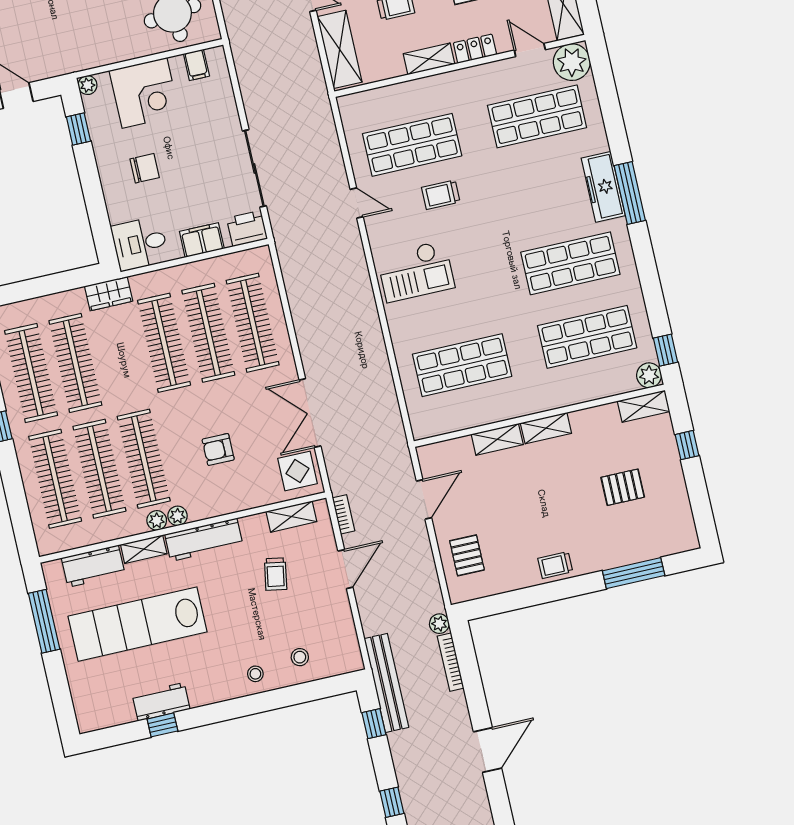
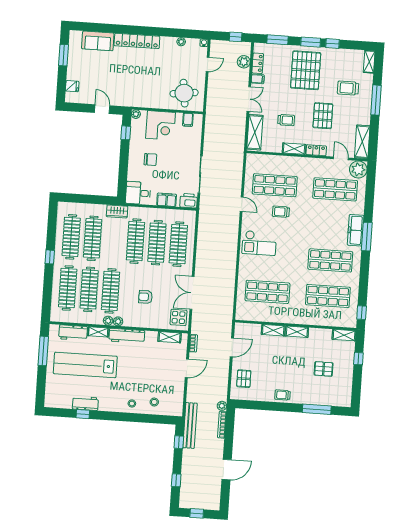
plant: (649, 375) -> (351, 322), removed
trolley: (276, 574) -> (155, 361), removed

